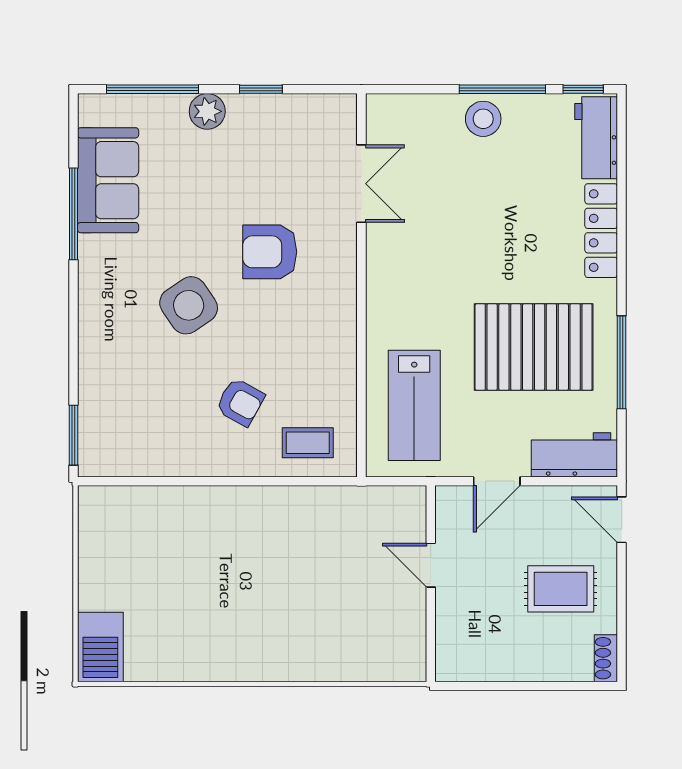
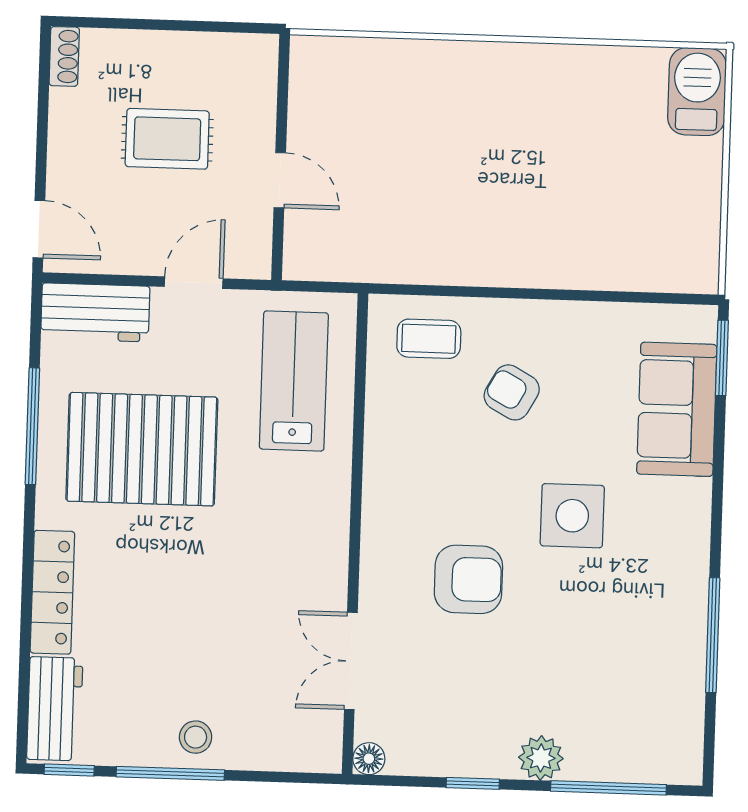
floor lamp: (344, 106) -> (369, 759), added
stool: (483, 119) -> (196, 737), width x0.73, depth x0.73
sofa: (108, 180) -> (677, 409), moved
side table: (189, 305) -> (572, 516), turned 34
rug: (561, 589) -> (167, 139), moved

